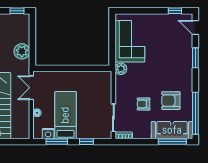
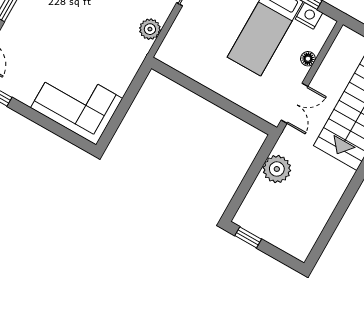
corner sofa: (130, 41) -> (77, 103), moved, turned 90
plant: (121, 69) -> (150, 29), moved

